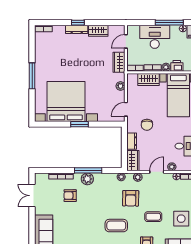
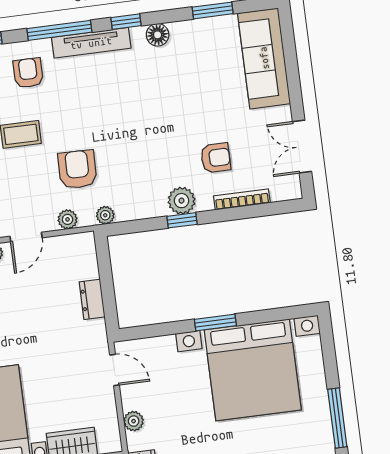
door: (126, 109) -> (114, 370), hinge flipped
chair: (147, 125) -> (62, 341), removed
wardrobe: (133, 161) -> (83, 256), removed
window: (88, 170) -> (182, 220), width x0.46
double door: (32, 196) -> (302, 147), swing flipped
coffee table: (116, 226) -> (102, 103), removed

